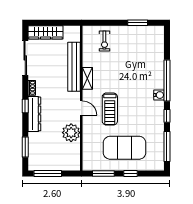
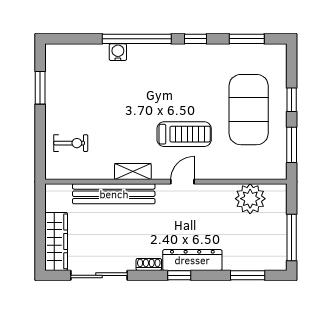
water cooler: (159, 95) -> (118, 52), moved
plant: (71, 133) -> (250, 199), moved
window: (167, 147) -> (247, 39), width x0.69

